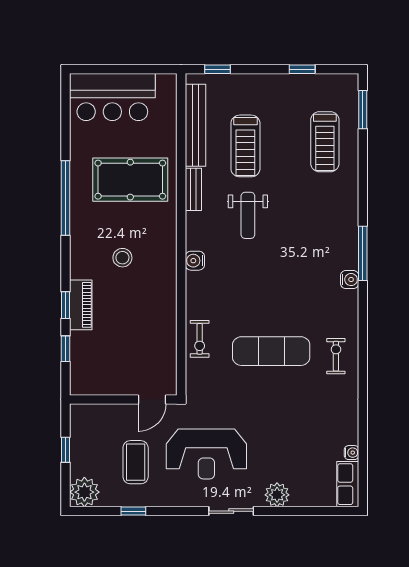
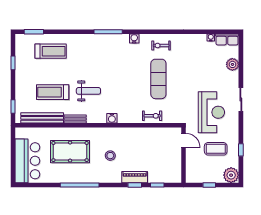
treadmill: (245, 146) -> (53, 92), turned 180
pool table: (130, 180) -> (70, 152), turned 90
water cooler: (350, 280) -> (134, 38), moved
plant: (277, 495) -> (232, 64), moved

